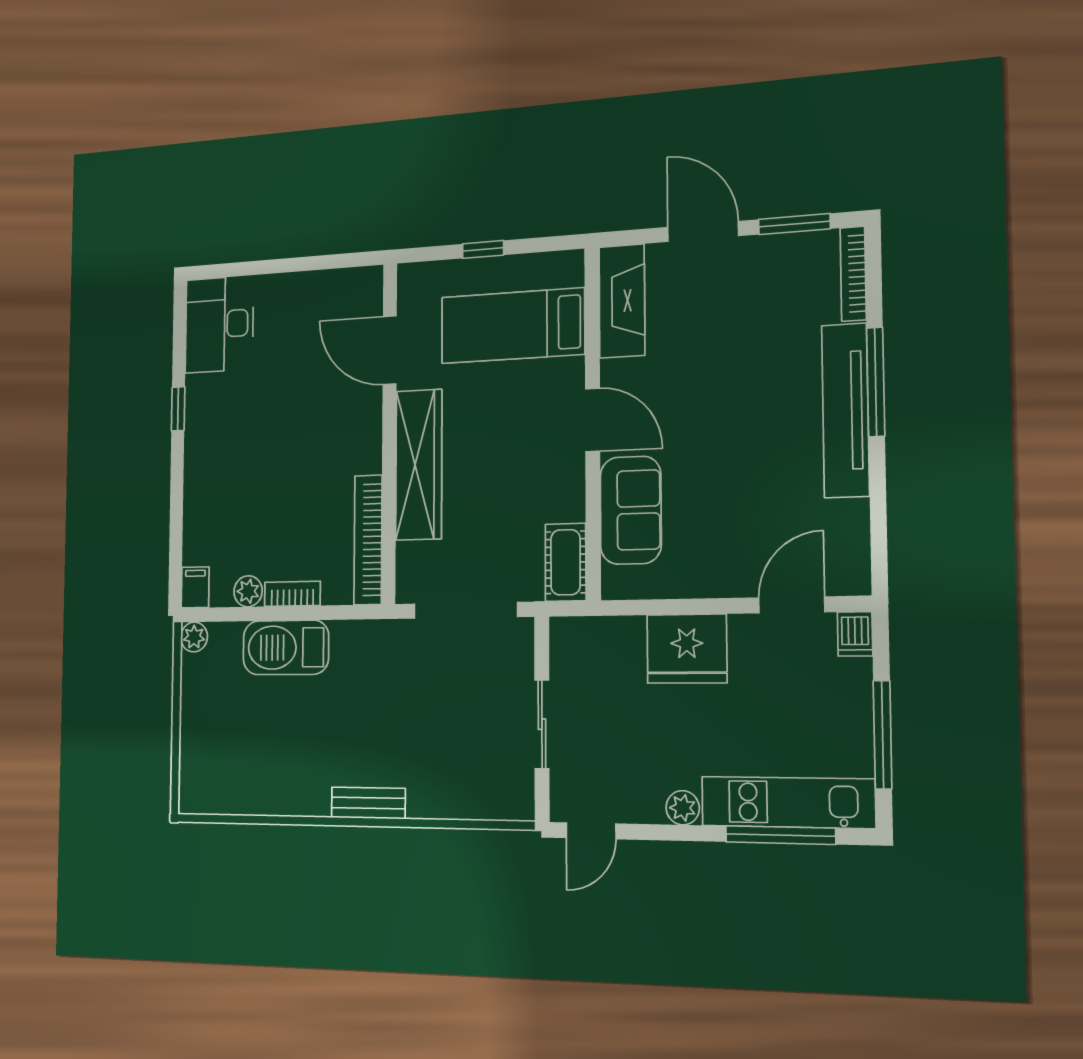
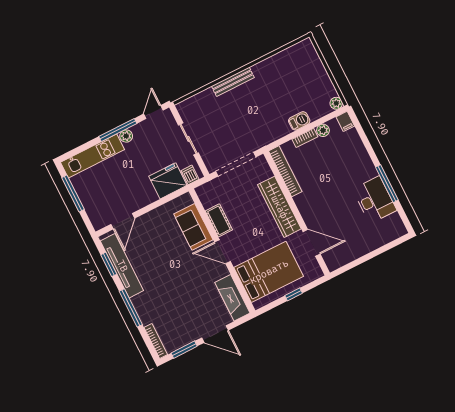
desk: (219, 324) -> (375, 200), moved
bed: (513, 326) -> (269, 272), width x1.50
window: (178, 409) -> (387, 184), width x2.17
tv unit: (845, 410) -> (122, 266), moved
window: (878, 514) -> (109, 264), added
cot: (566, 562) -> (219, 220), moved
dishwasher: (855, 634) -> (190, 175), moved
barbecue: (286, 648) -> (299, 121), width x0.53, depth x0.65
fridge: (687, 649) -> (168, 181), moved
bench: (368, 803) -> (233, 82), width x1.36
window: (780, 835) -> (118, 130), moved

